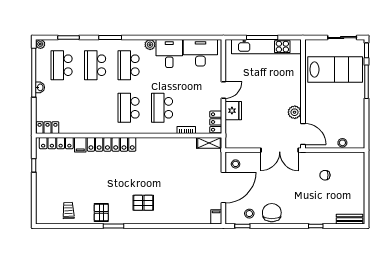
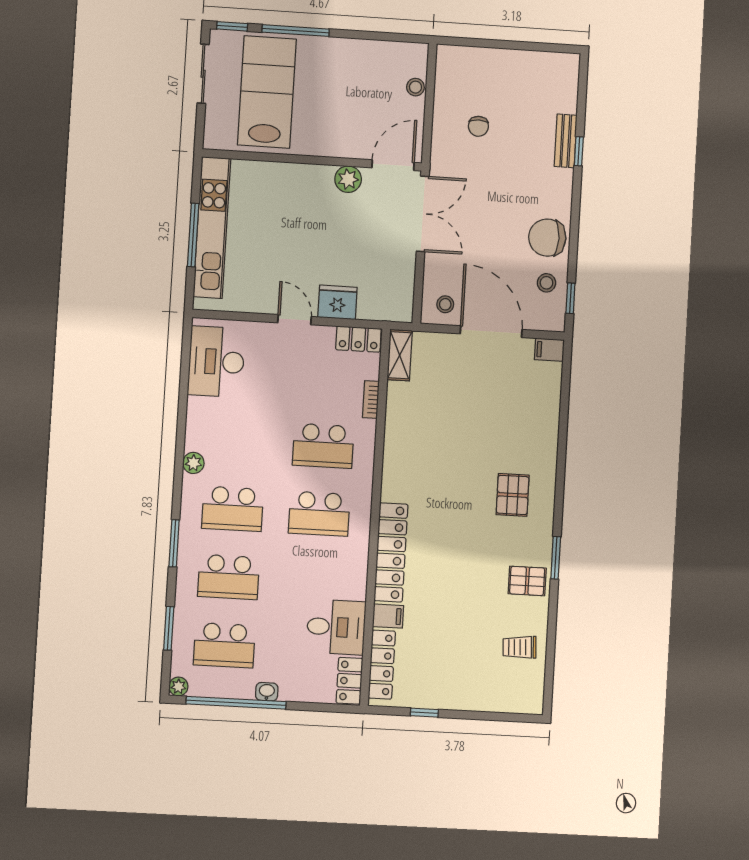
desk: (169, 54) -> (336, 627), moved, turned 180
bench: (350, 219) -> (566, 141), moved

